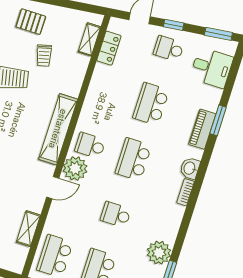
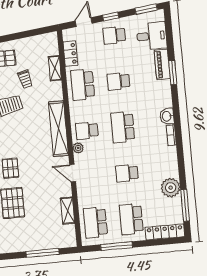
shelving: (89, 39) -> (55, 68), moved
school desk: (108, 90) -> (83, 85), added
school desk: (151, 104) -> (119, 81), width x0.54
piano: (202, 129) -> (162, 64), moved
plant: (75, 168) -> (78, 148), width x0.53, depth x0.53
door: (53, 188) -> (73, 173), swing flipped

